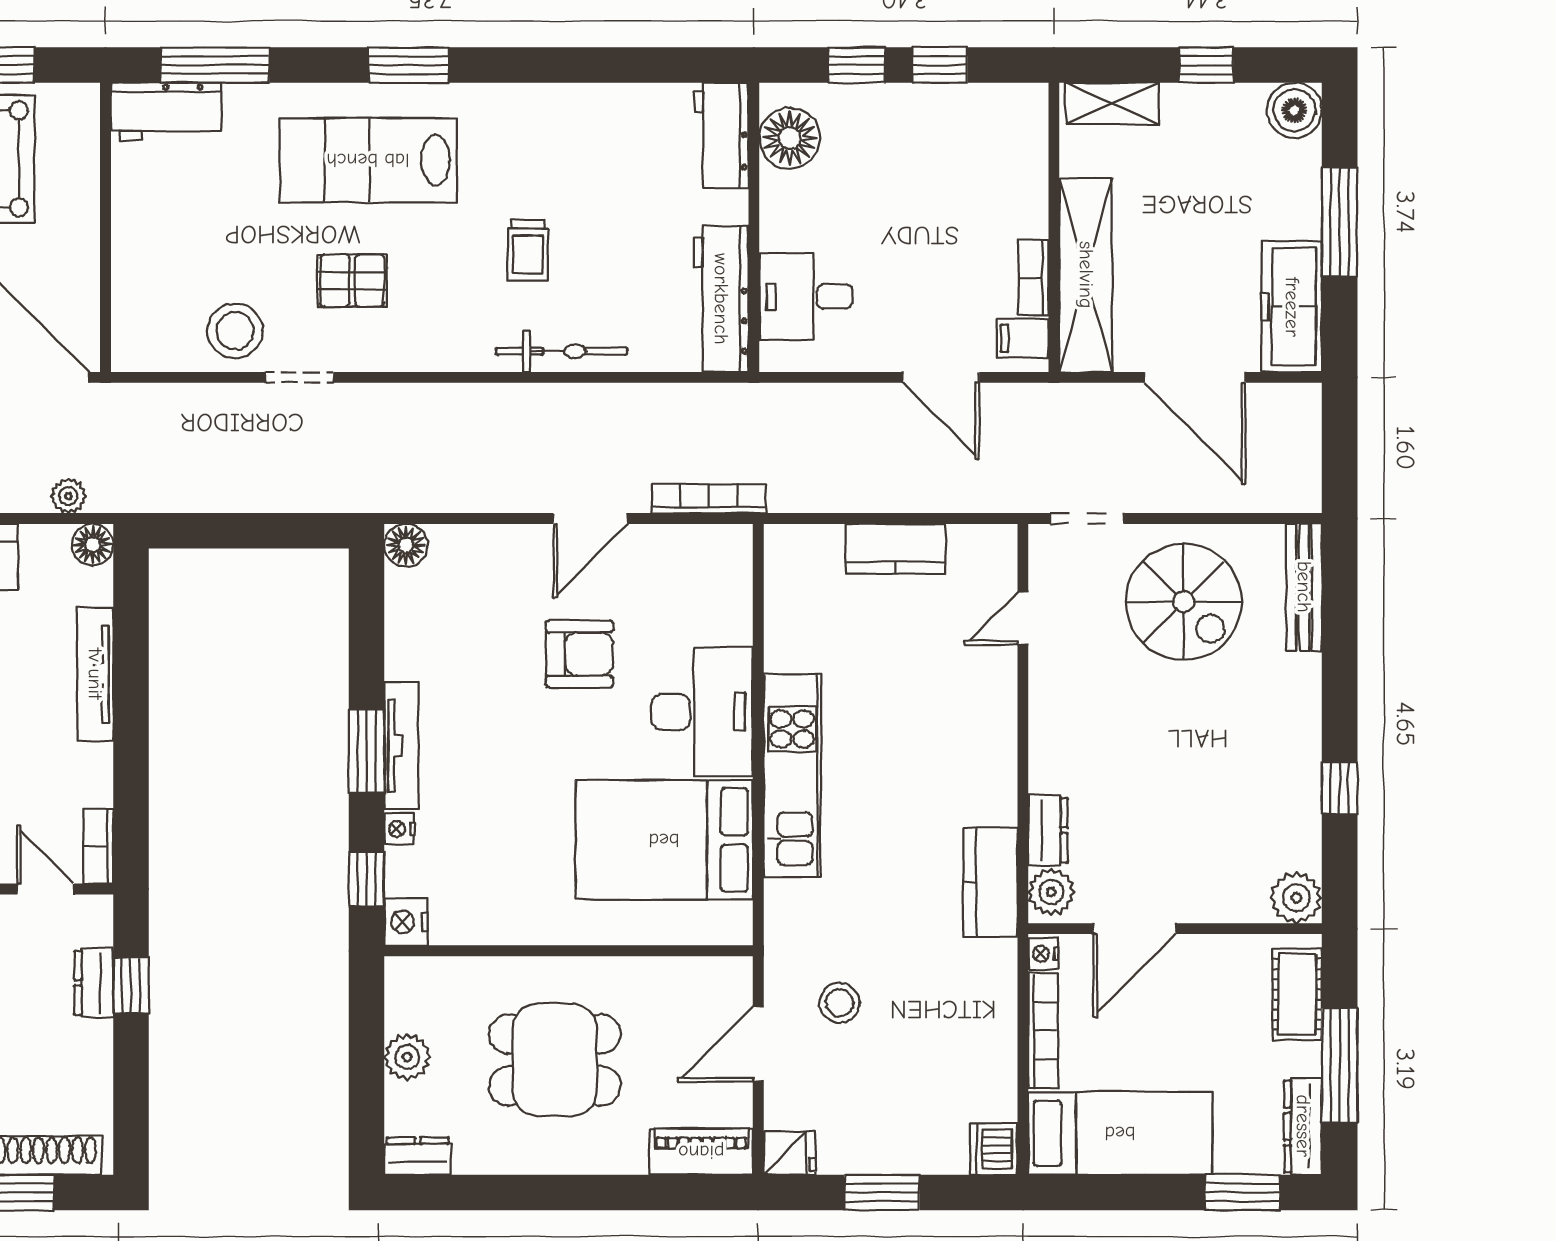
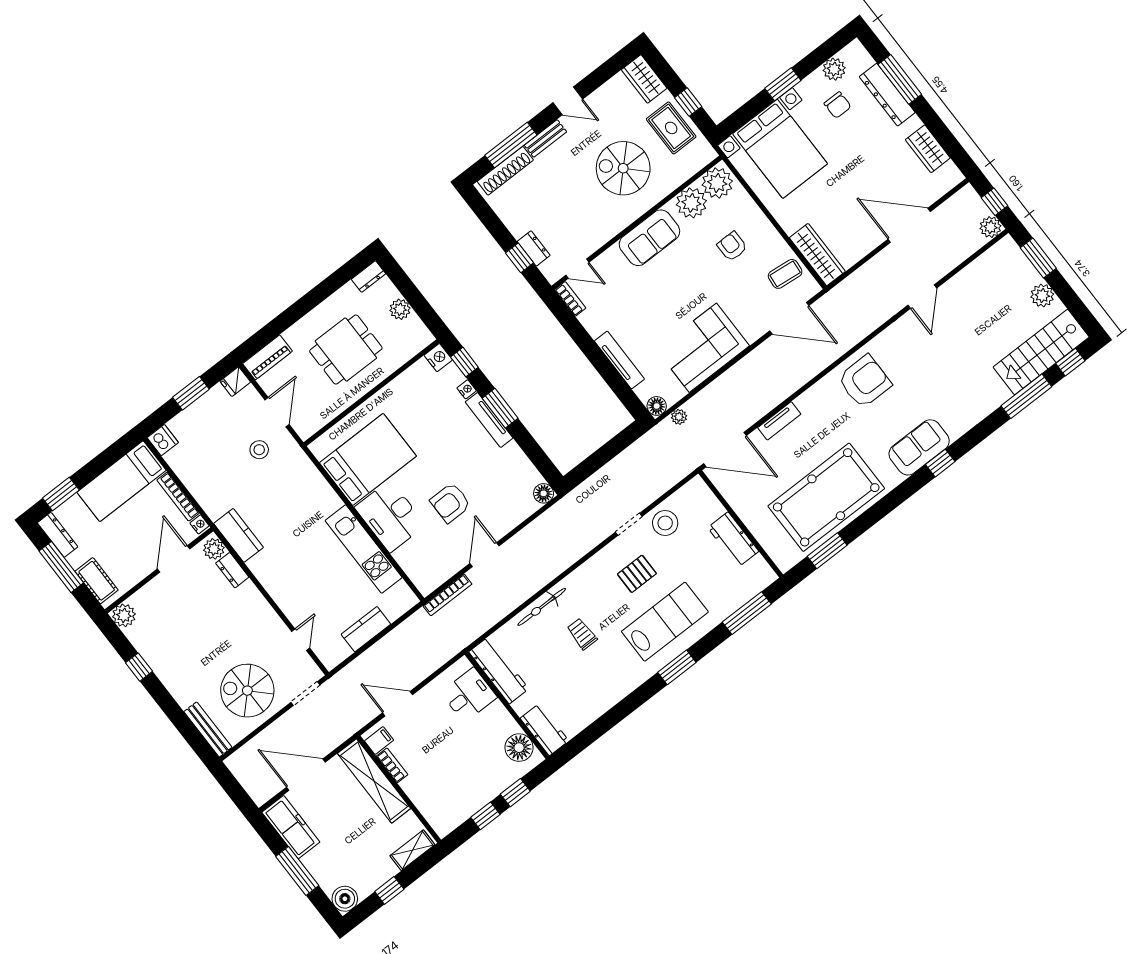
workbench: (166, 111) -> (733, 540), moved, turned -90
kitchen unit: (792, 776) -> (364, 549), moved

